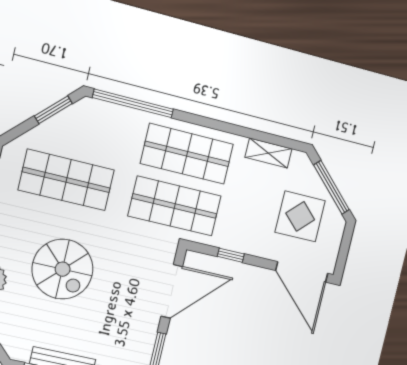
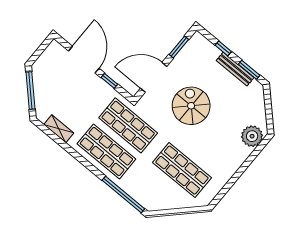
window: (53, 110) -> (170, 212), removed
display table: (300, 216) -> (57, 83), removed
spiral stairs: (63, 269) -> (191, 106), moved
door: (302, 272) -> (84, 60), moved

